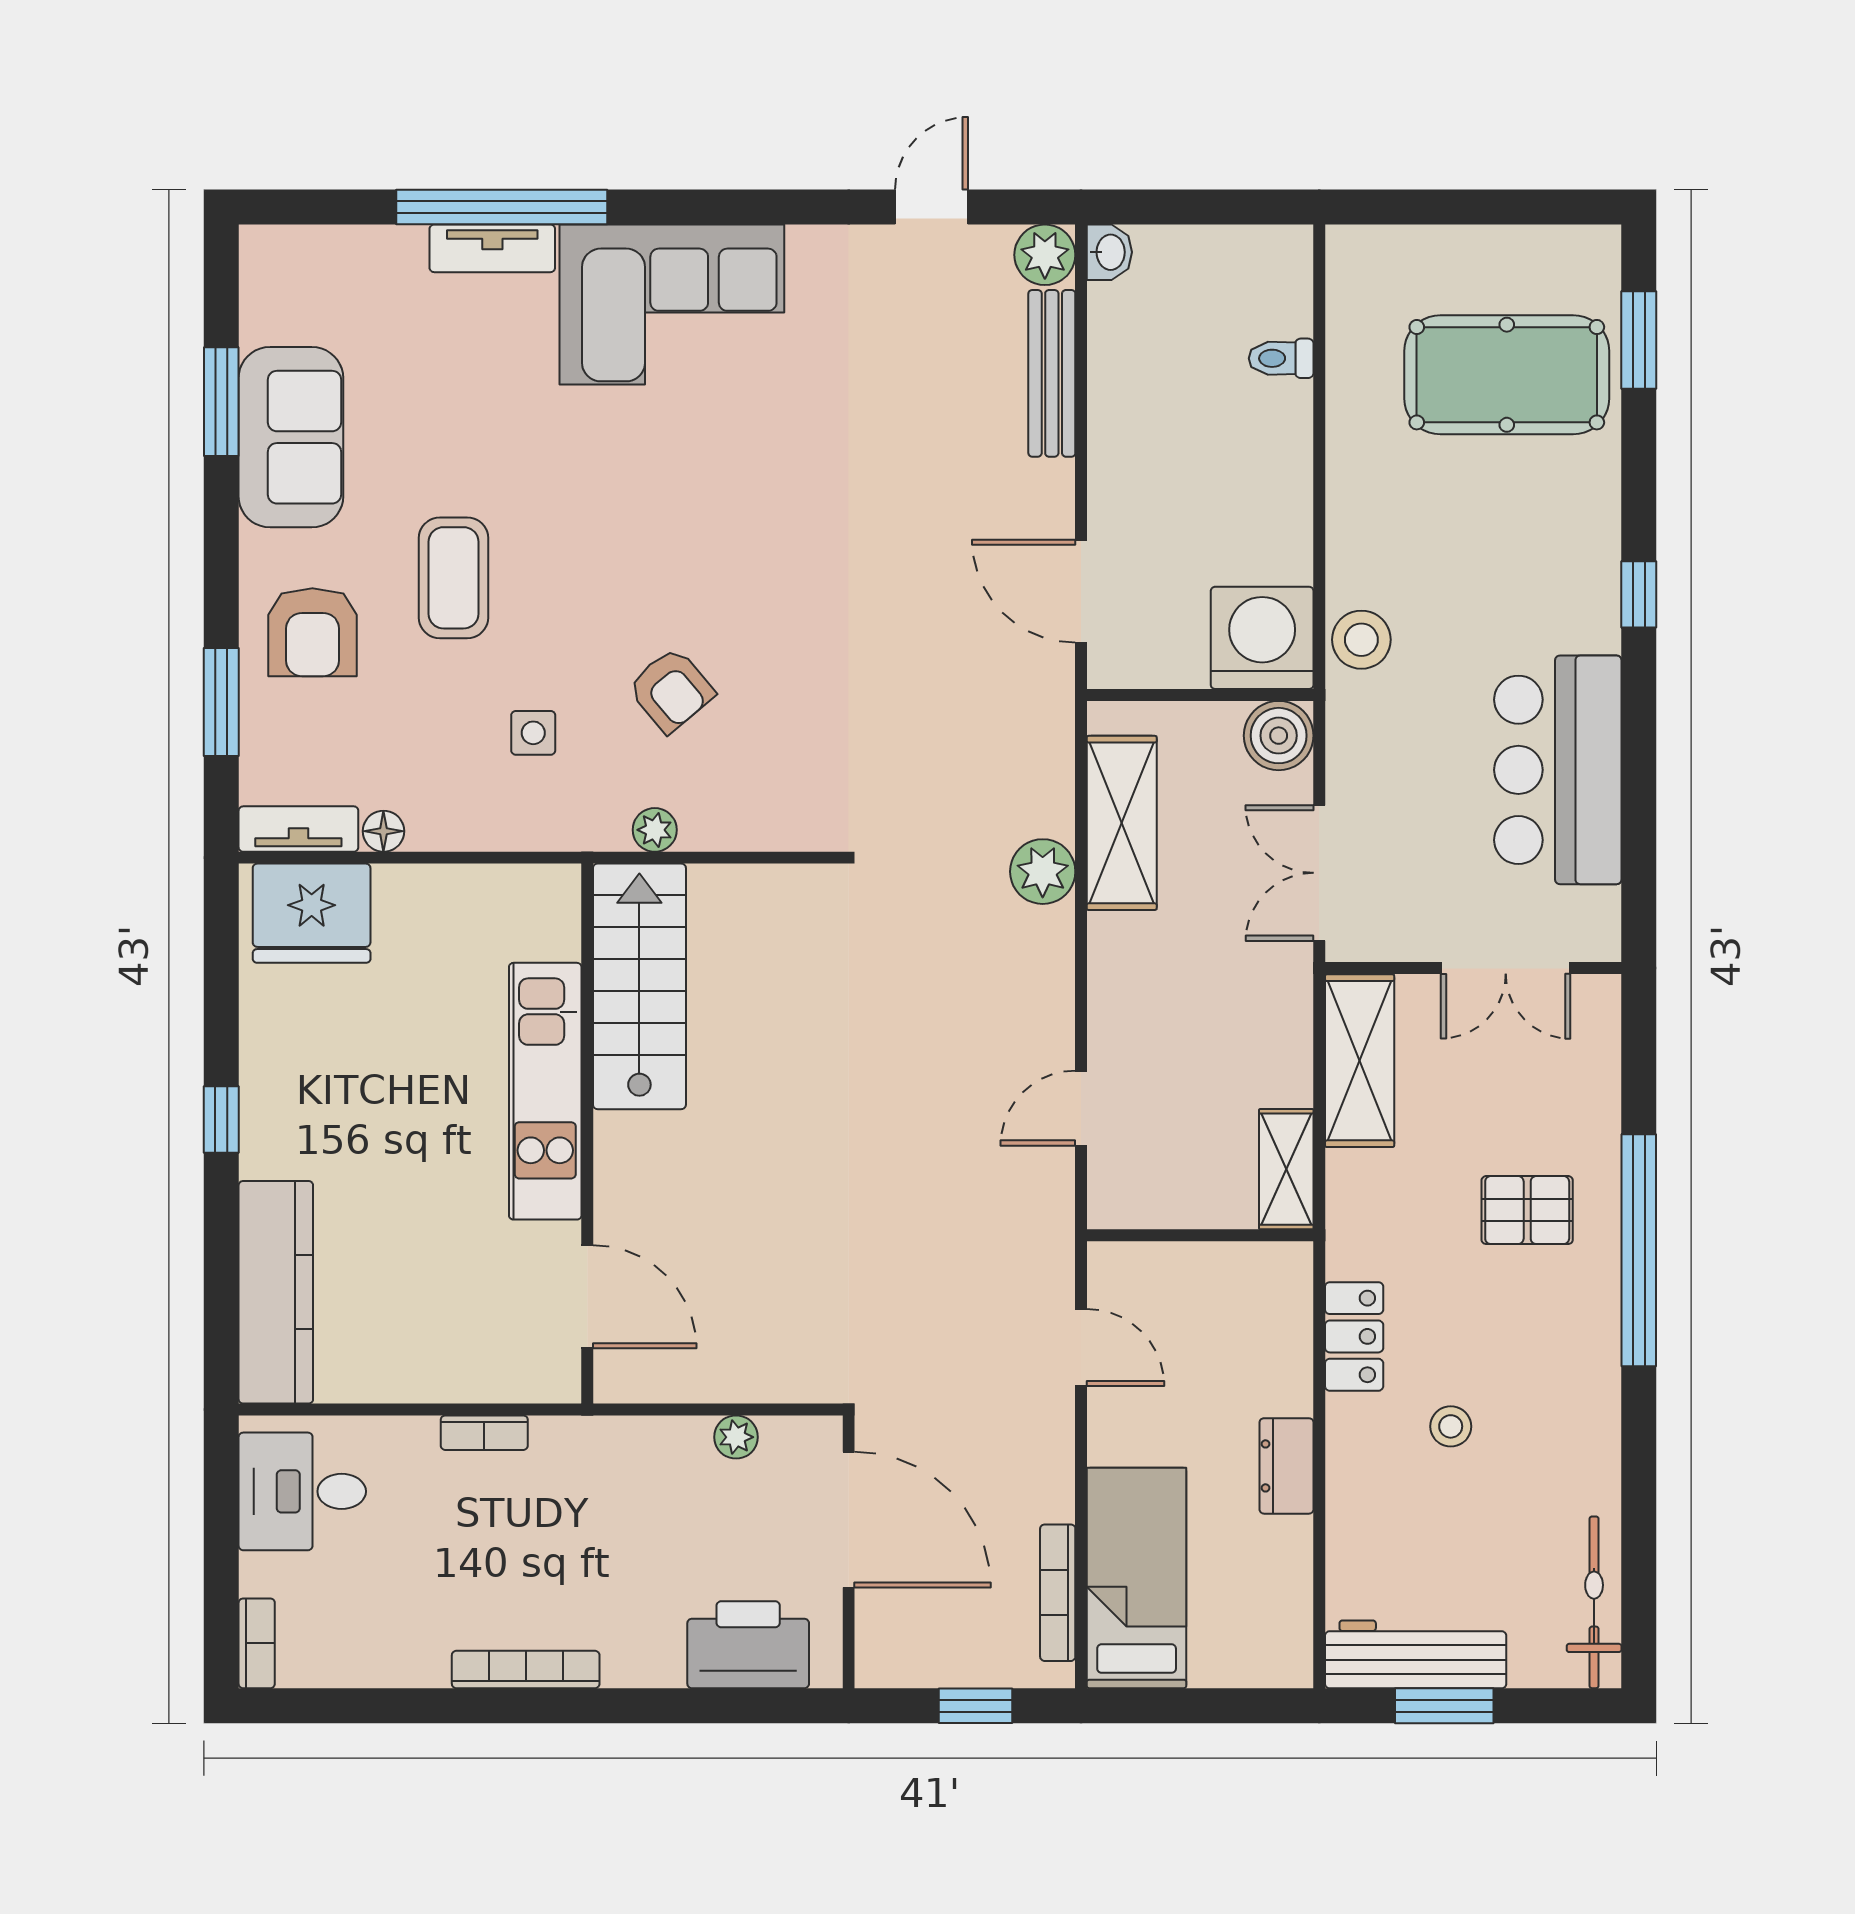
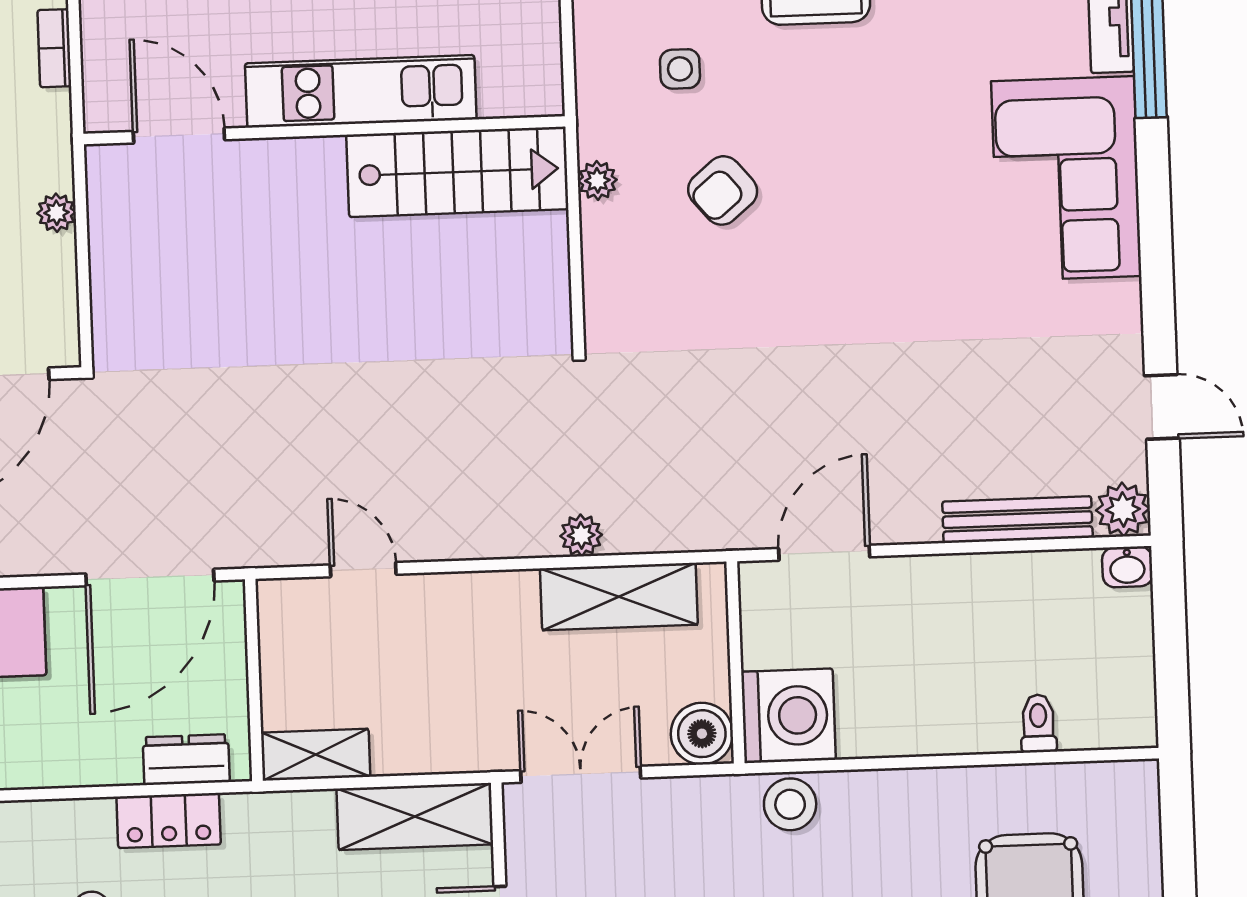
plant: (1043, 872) -> (581, 535), width x0.73, depth x0.73
door: (587, 1297) -> (179, 136), swing flipped
door: (1081, 1347) -> (150, 577), width x1.88
plant: (736, 1437) -> (57, 213), moved
dresser: (1287, 1466) -> (186, 760), moved

